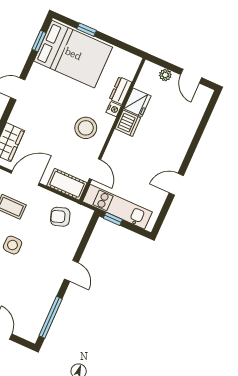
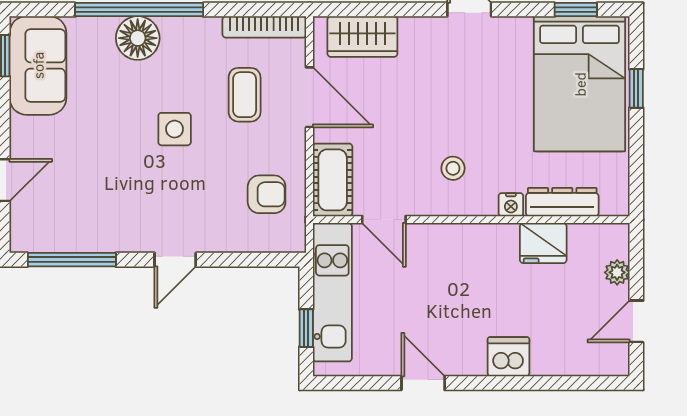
dresser: (121, 91) -> (562, 202), width x1.44
dishwasher: (128, 123) -> (508, 357), moved, turned 180
stool: (86, 128) -> (453, 168), width x0.53, depth x0.53
door: (95, 169) -> (384, 220), hinge flipped
armchair: (60, 217) -> (267, 194), turned 109
window: (113, 219) -> (306, 328), moved

